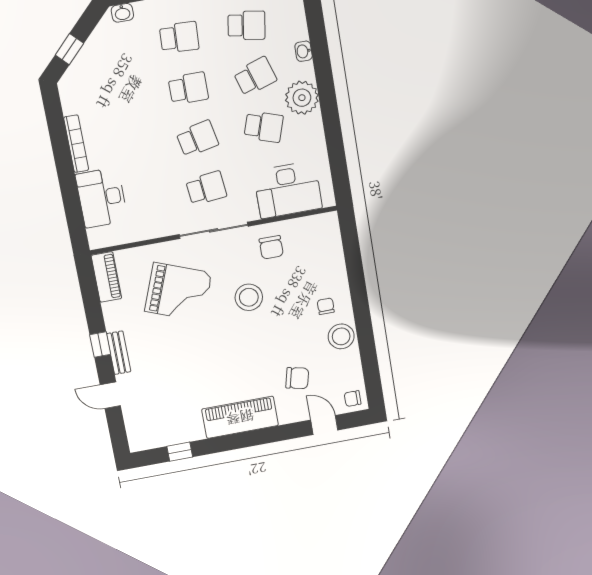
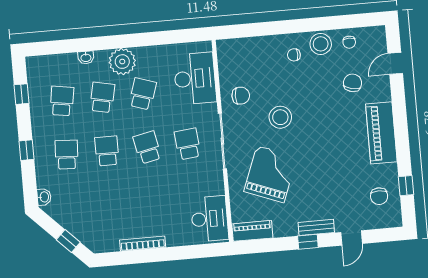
school desk: (255, 76) -> (102, 97), turned 30
desk: (102, 198) -> (210, 219), moved, turned -90
chair: (353, 399) -> (349, 42), moved
chair: (164, 422) -> (379, 196), added

